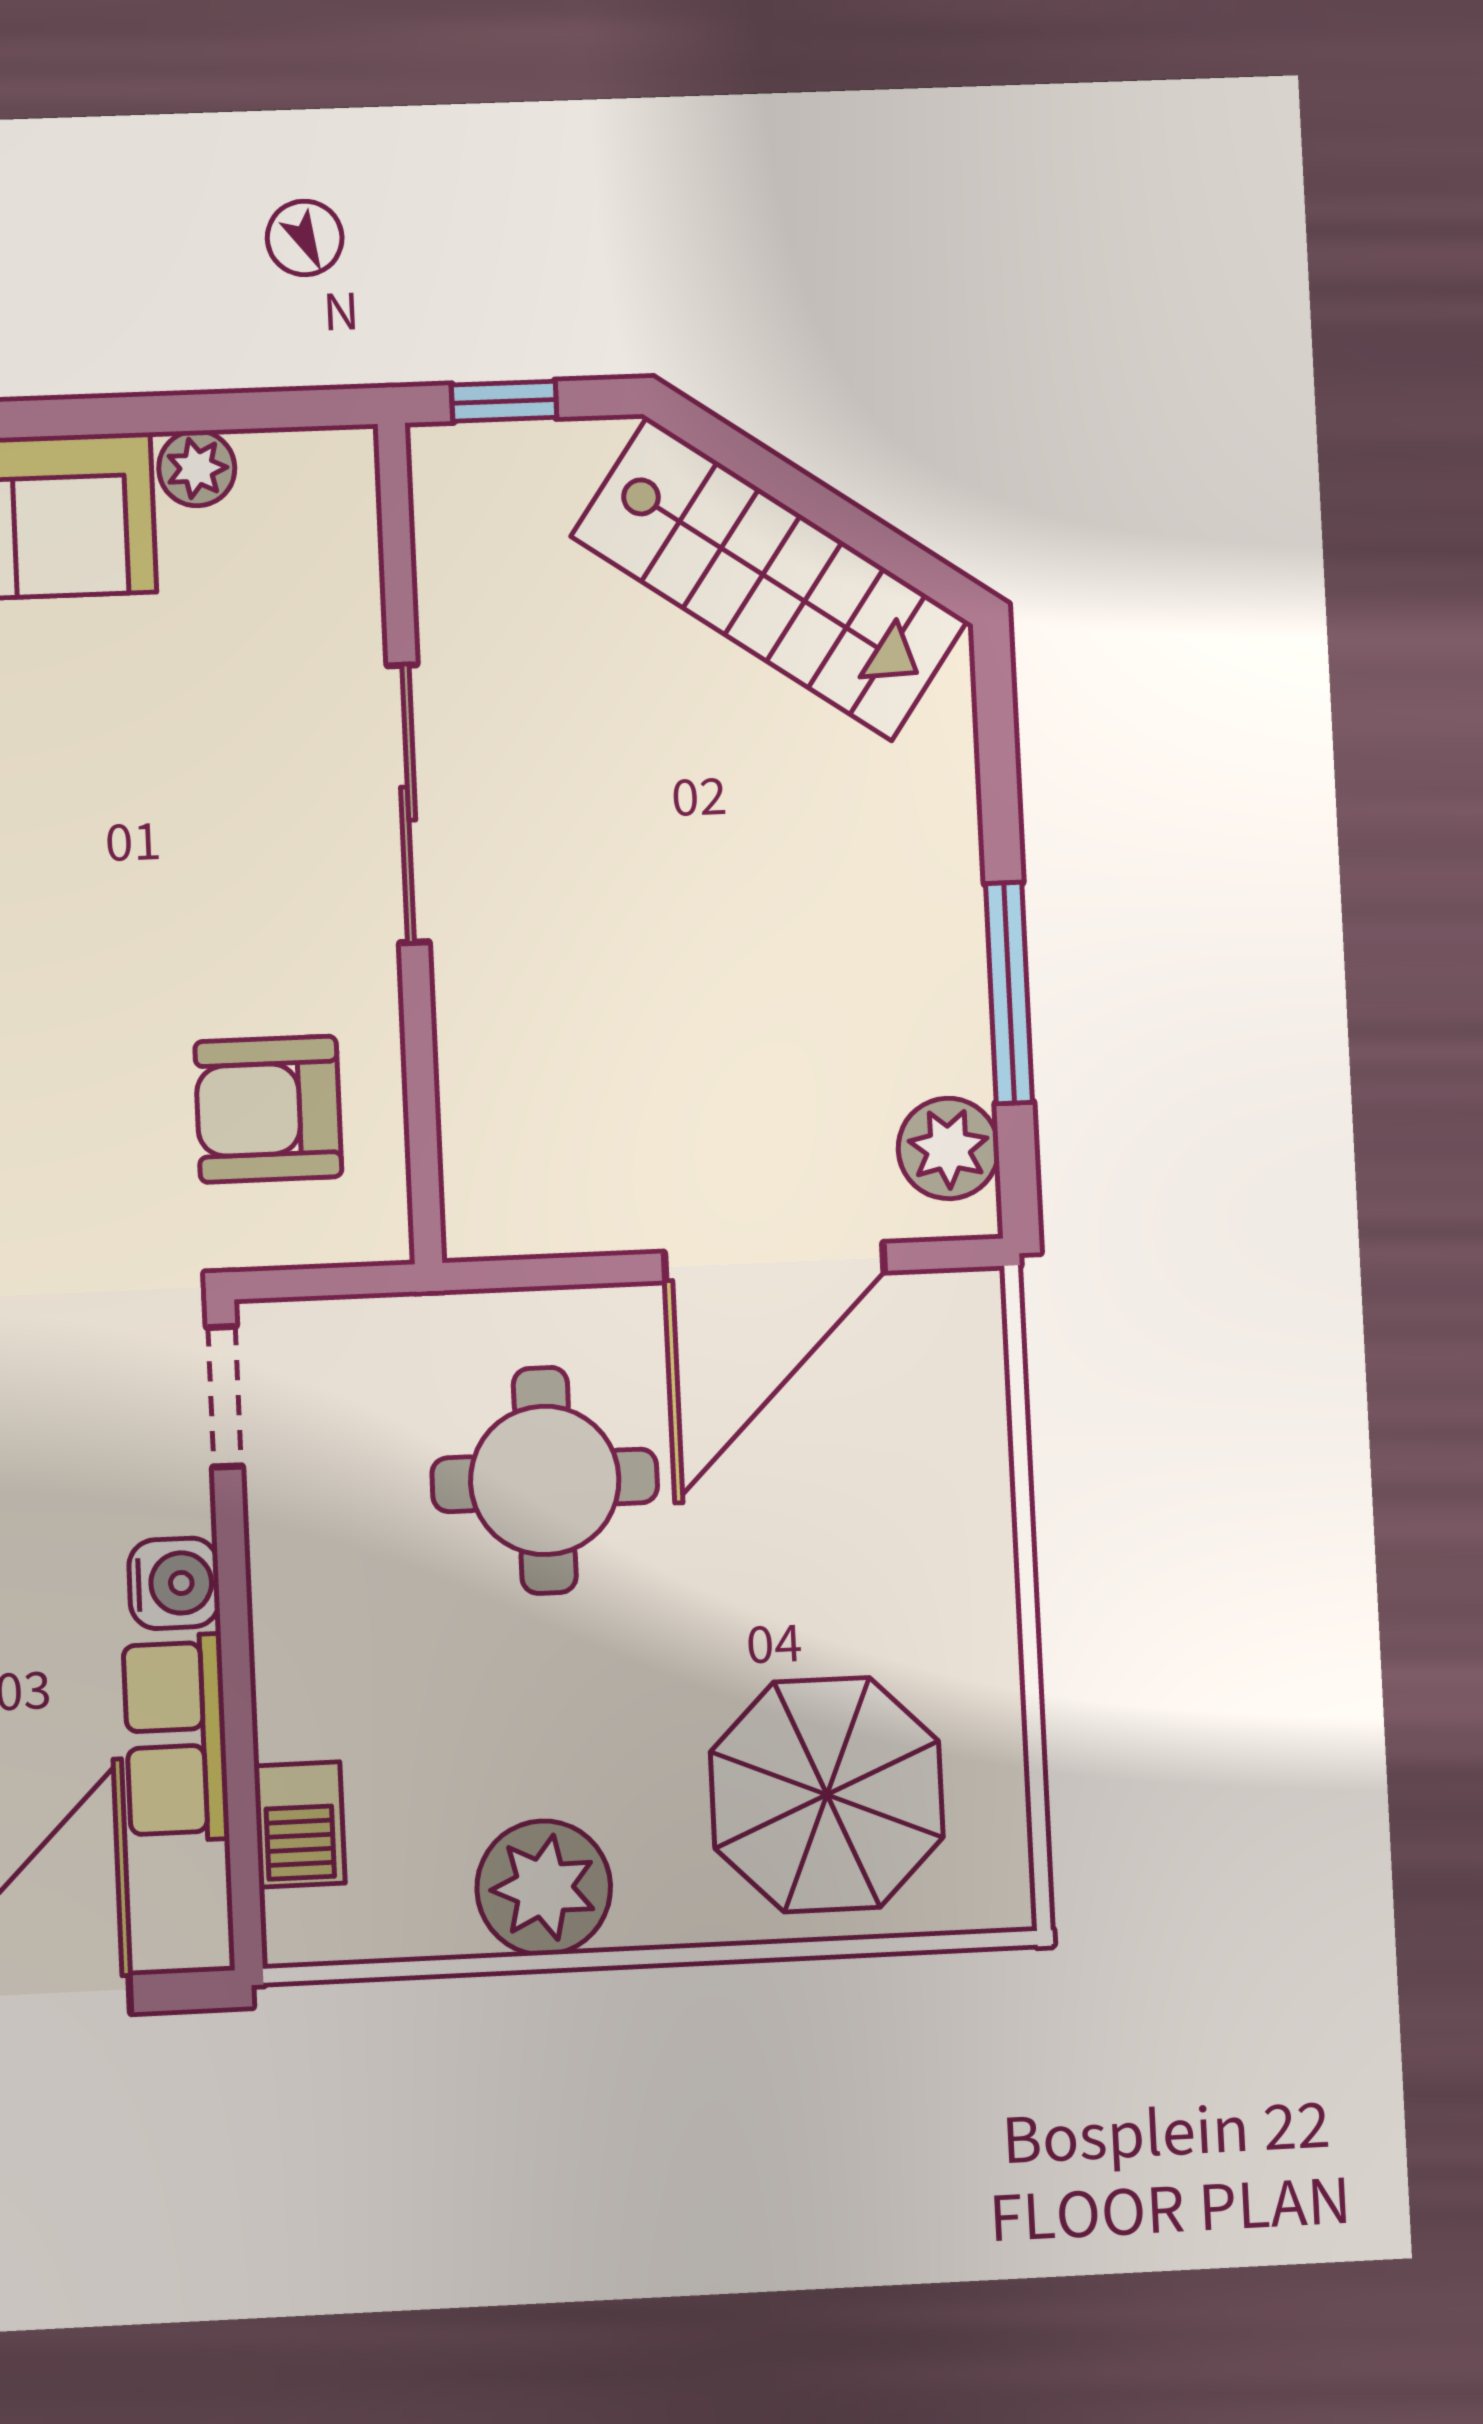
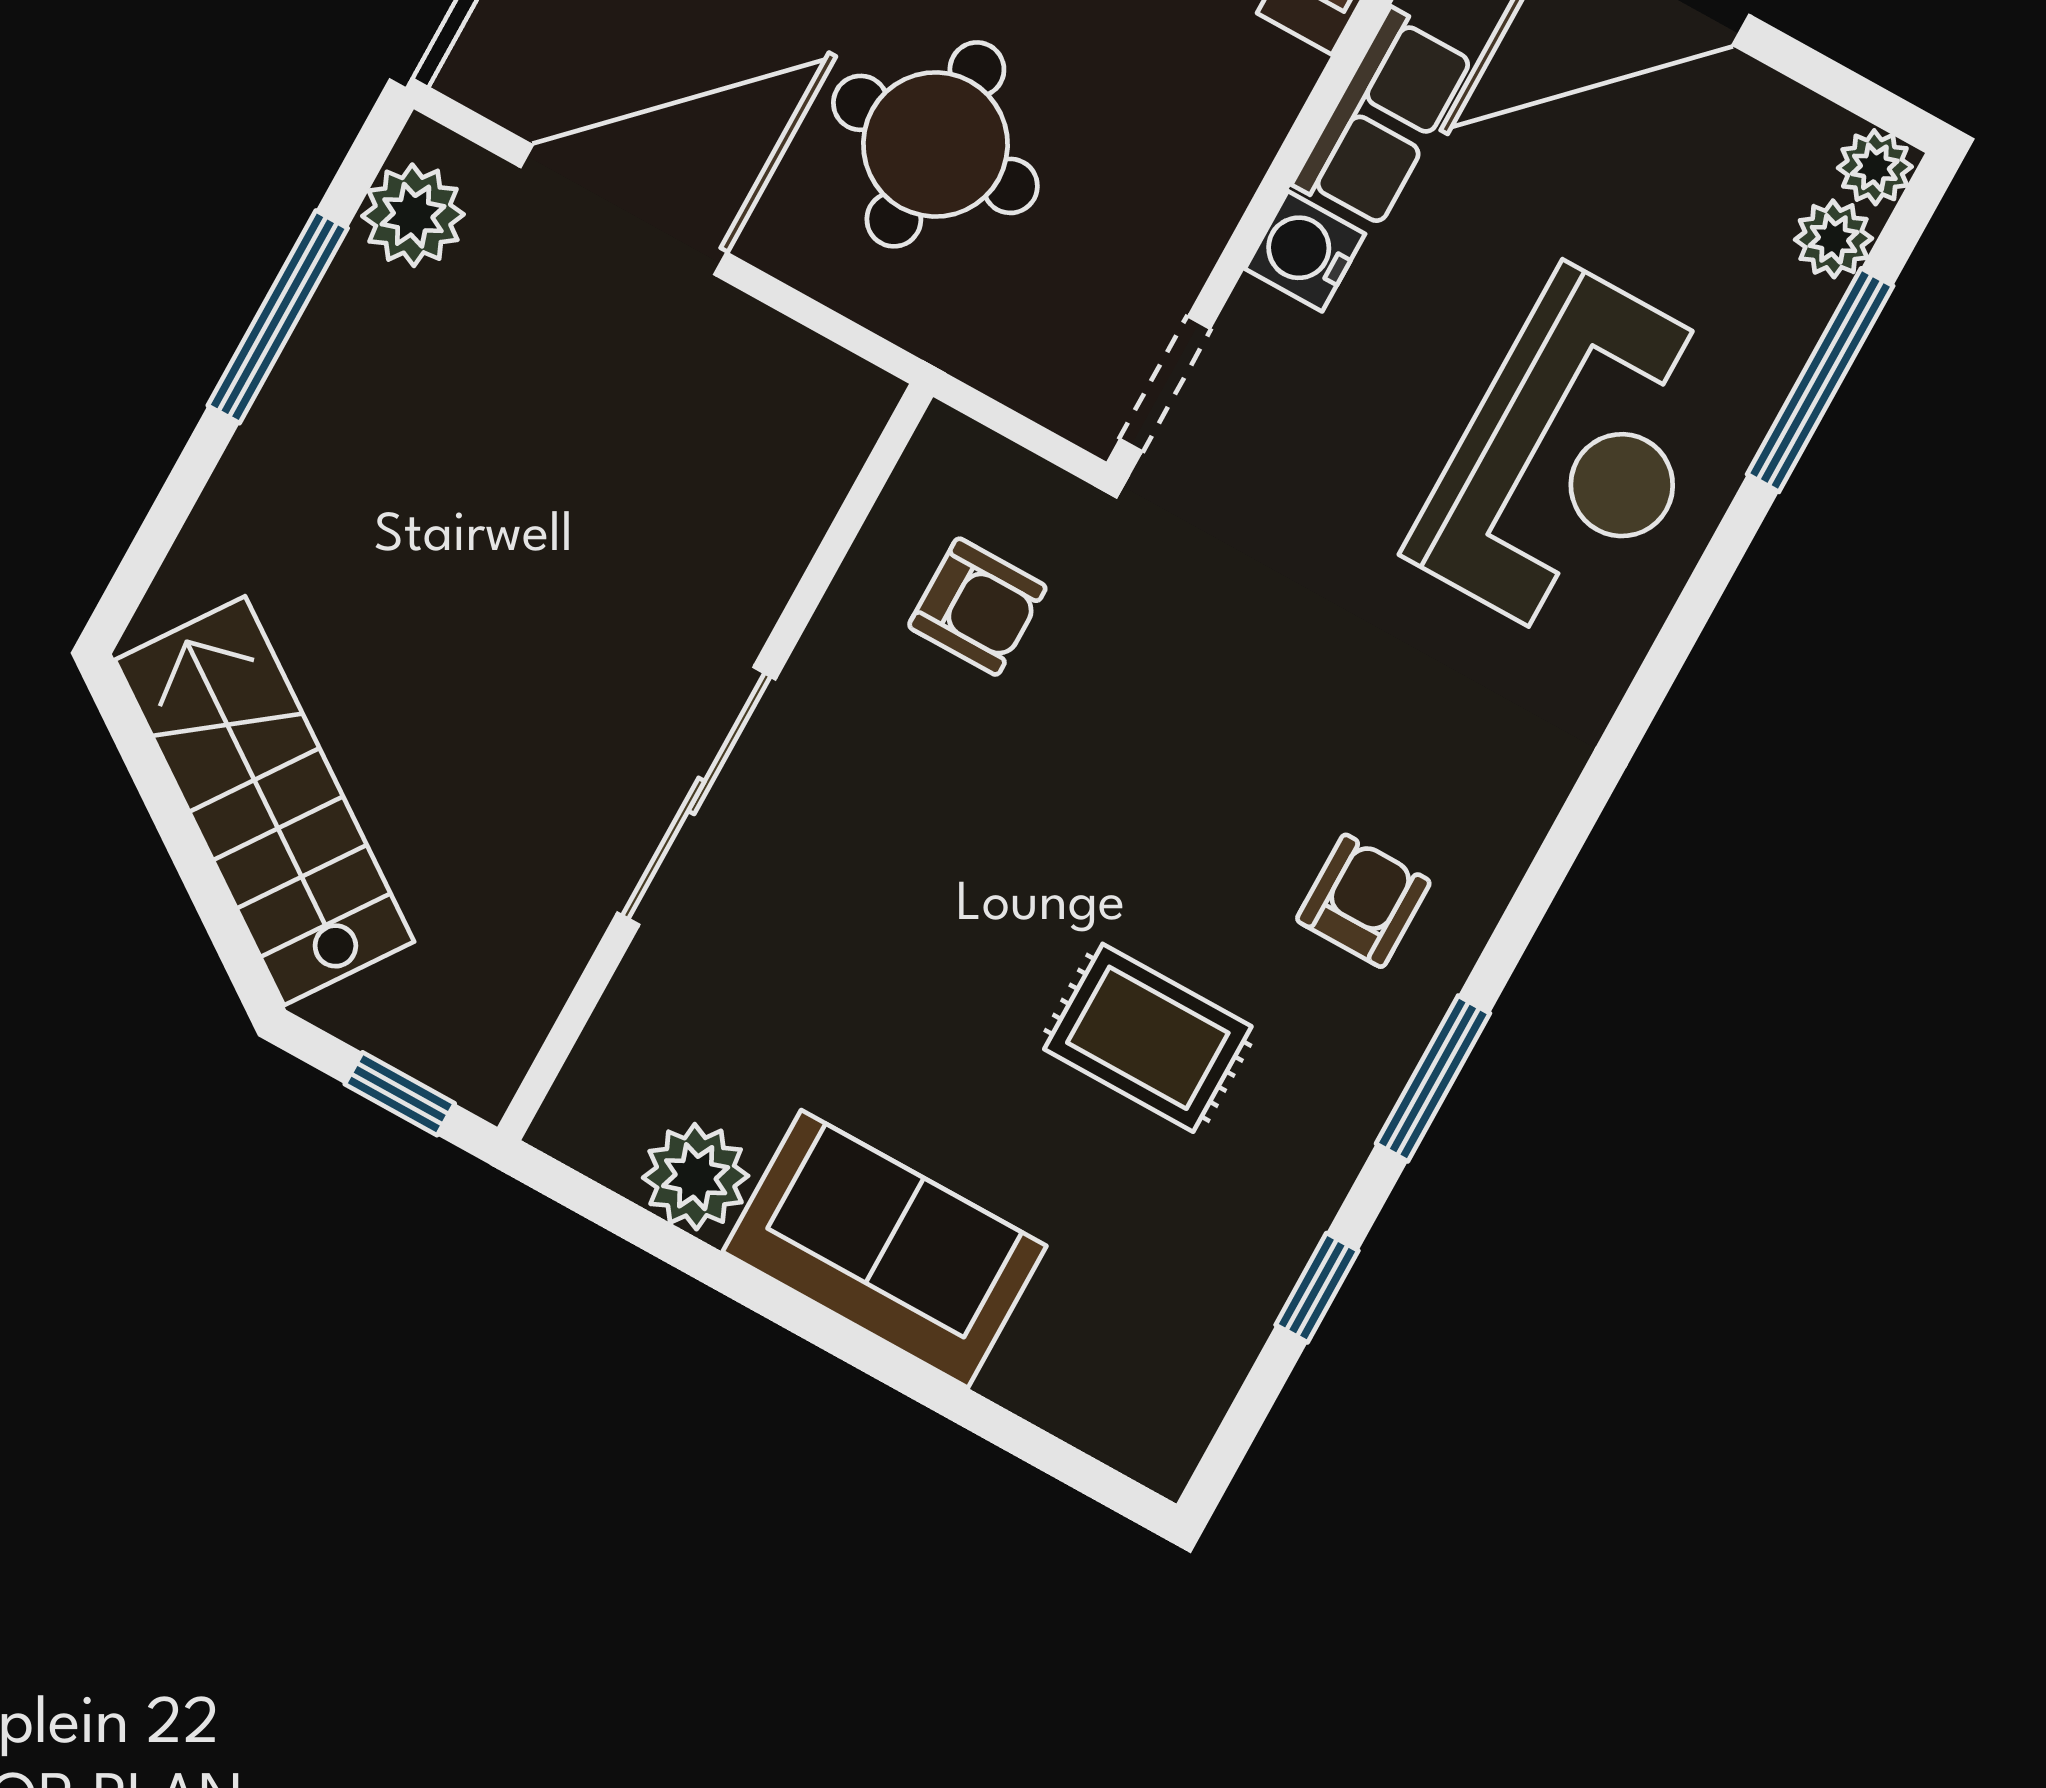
plant: (197, 468) -> (696, 1177), width x1.38, depth x1.38
armchair: (268, 1109) -> (977, 607), width x0.72, depth x0.72

